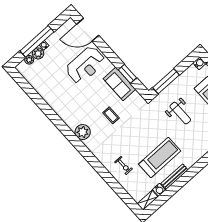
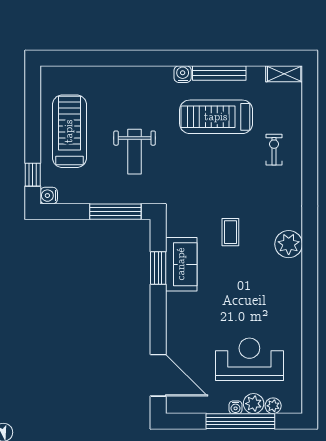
reception desk: (85, 65) -> (249, 359), moved
weight bench: (180, 113) -> (135, 152), turned 180
water cooler: (159, 190) -> (183, 74), moved

